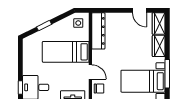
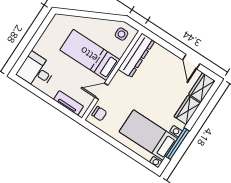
window: (44, 26) -> (85, 14), removed
door: (90, 72) -> (101, 91), swing flipped
window: (20, 88) -> (21, 61), removed

